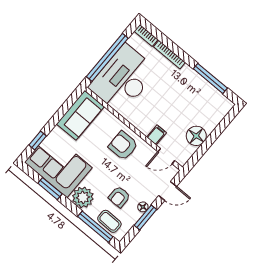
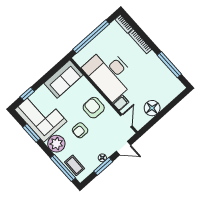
desk: (123, 79) -> (110, 74), moved, turned -90
door: (166, 156) -> (126, 121), swing flipped
armchair: (119, 197) -> (80, 130), moved

